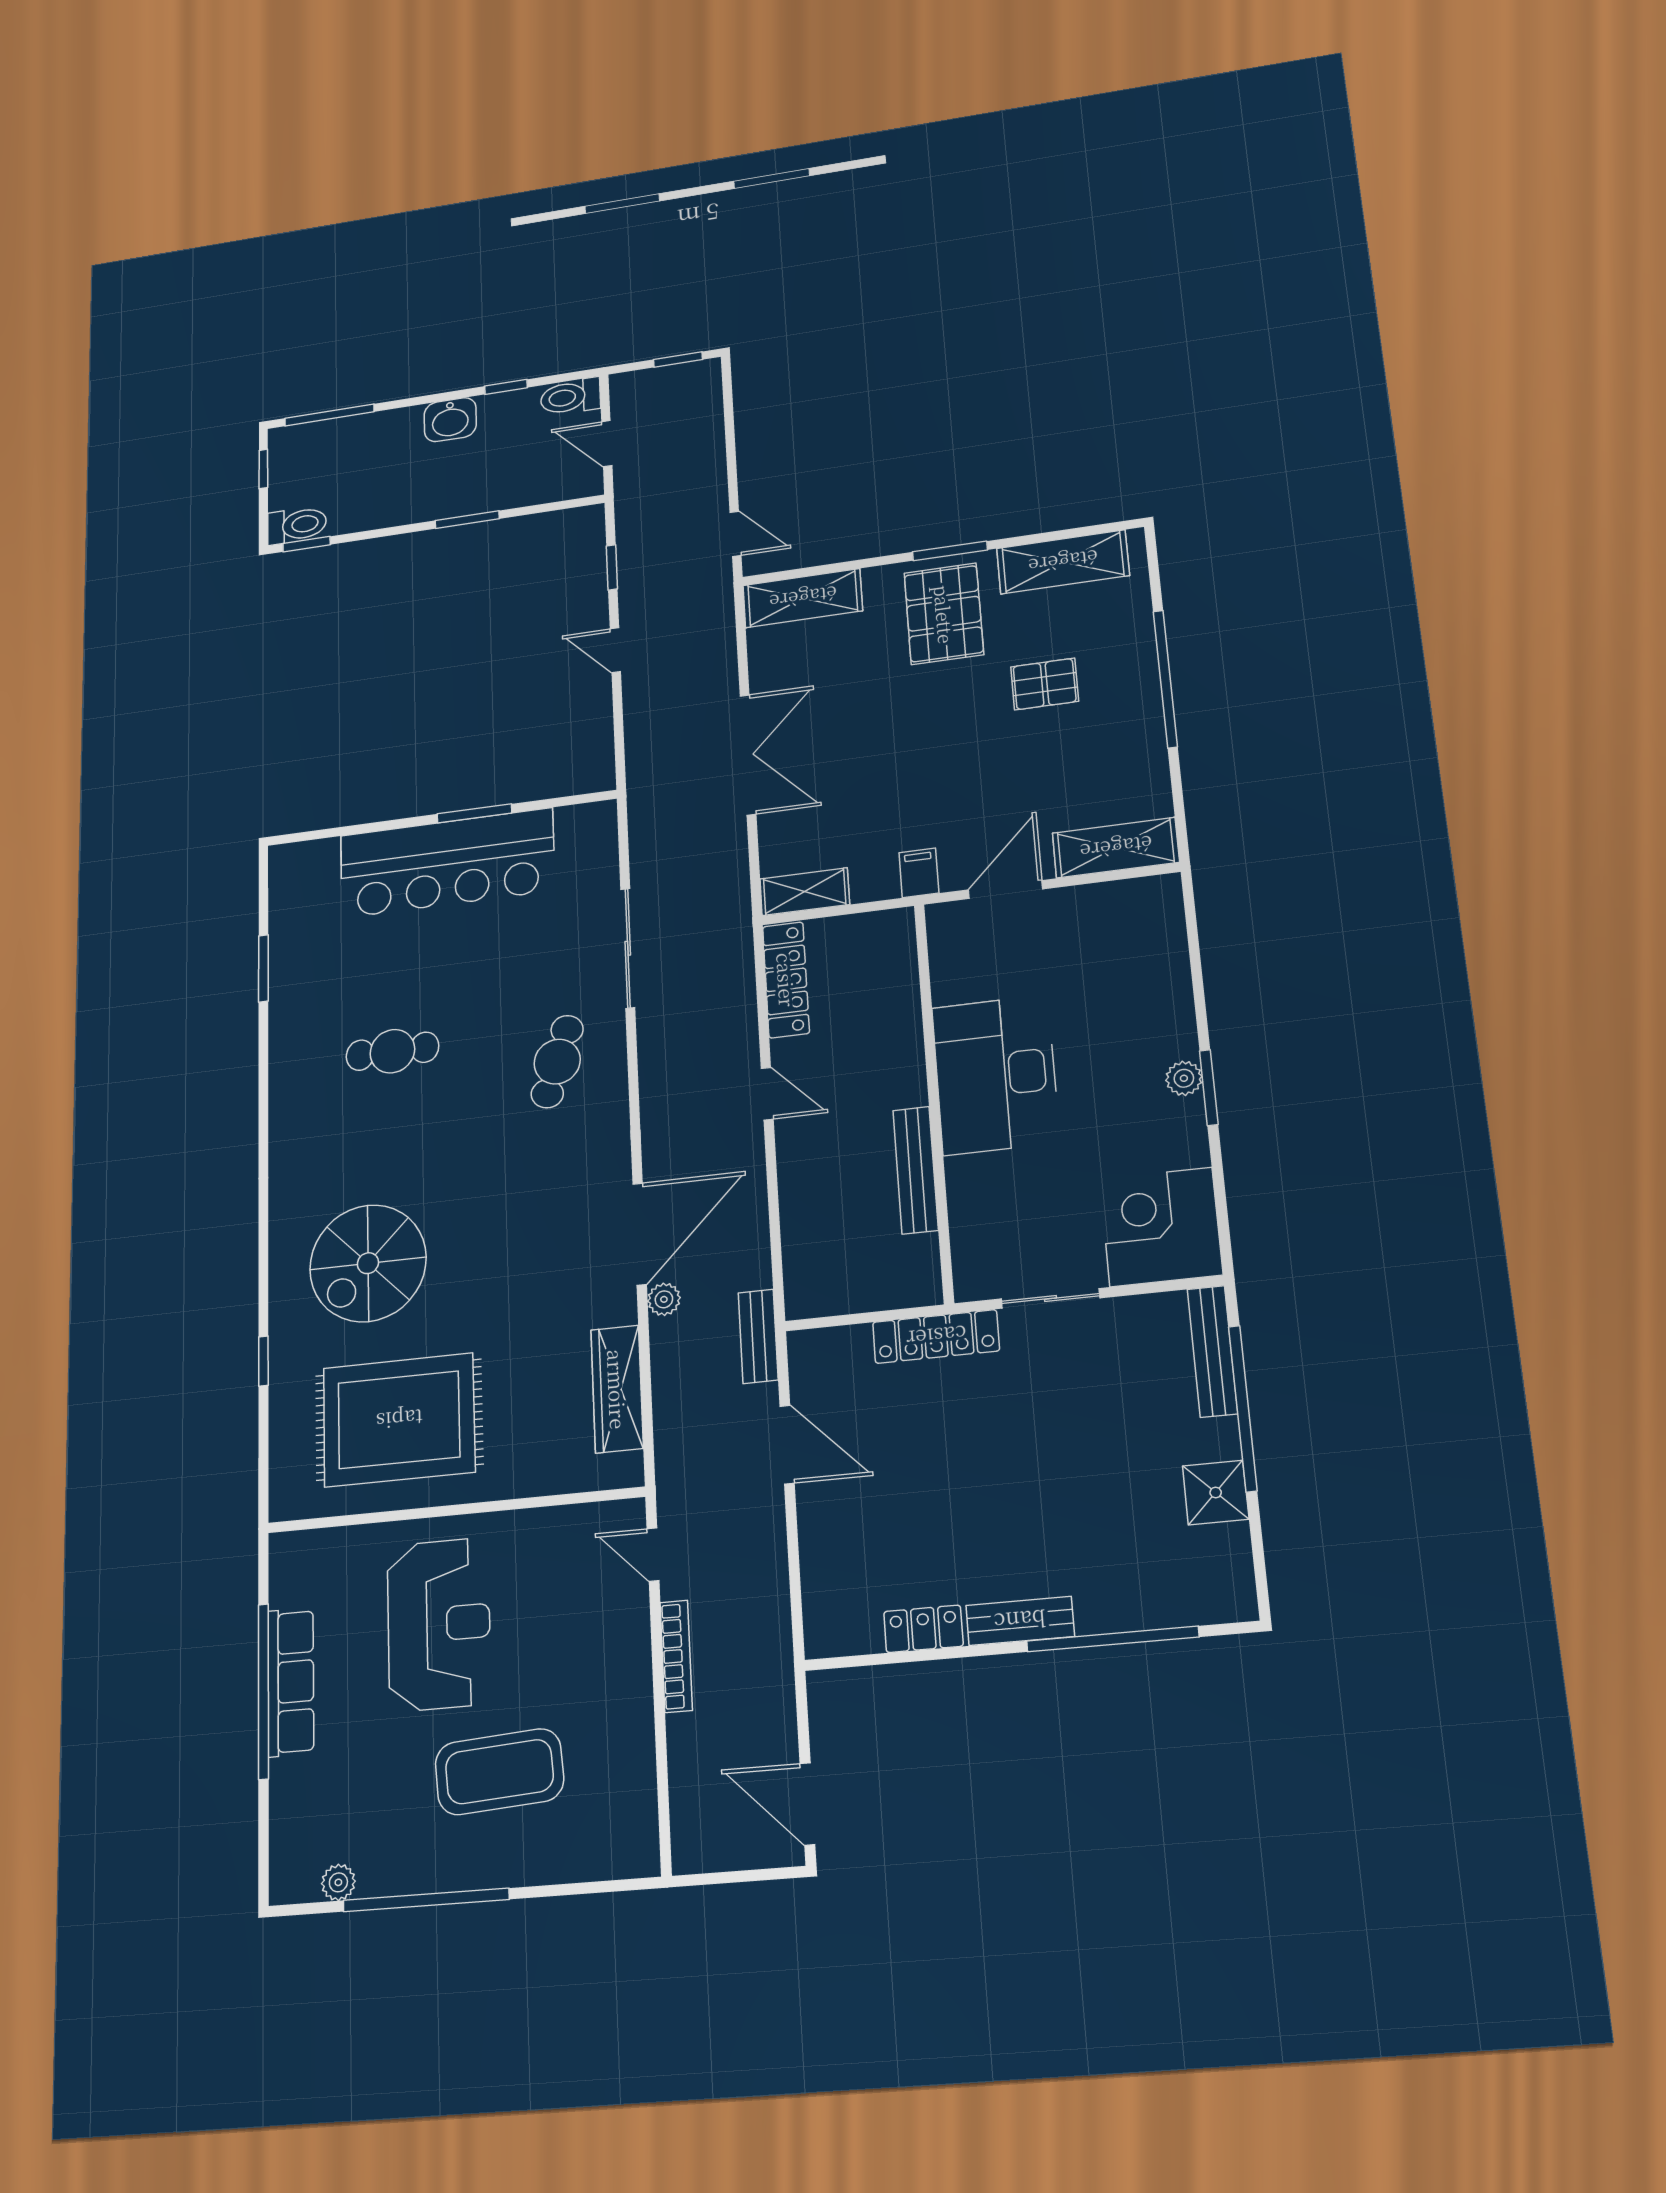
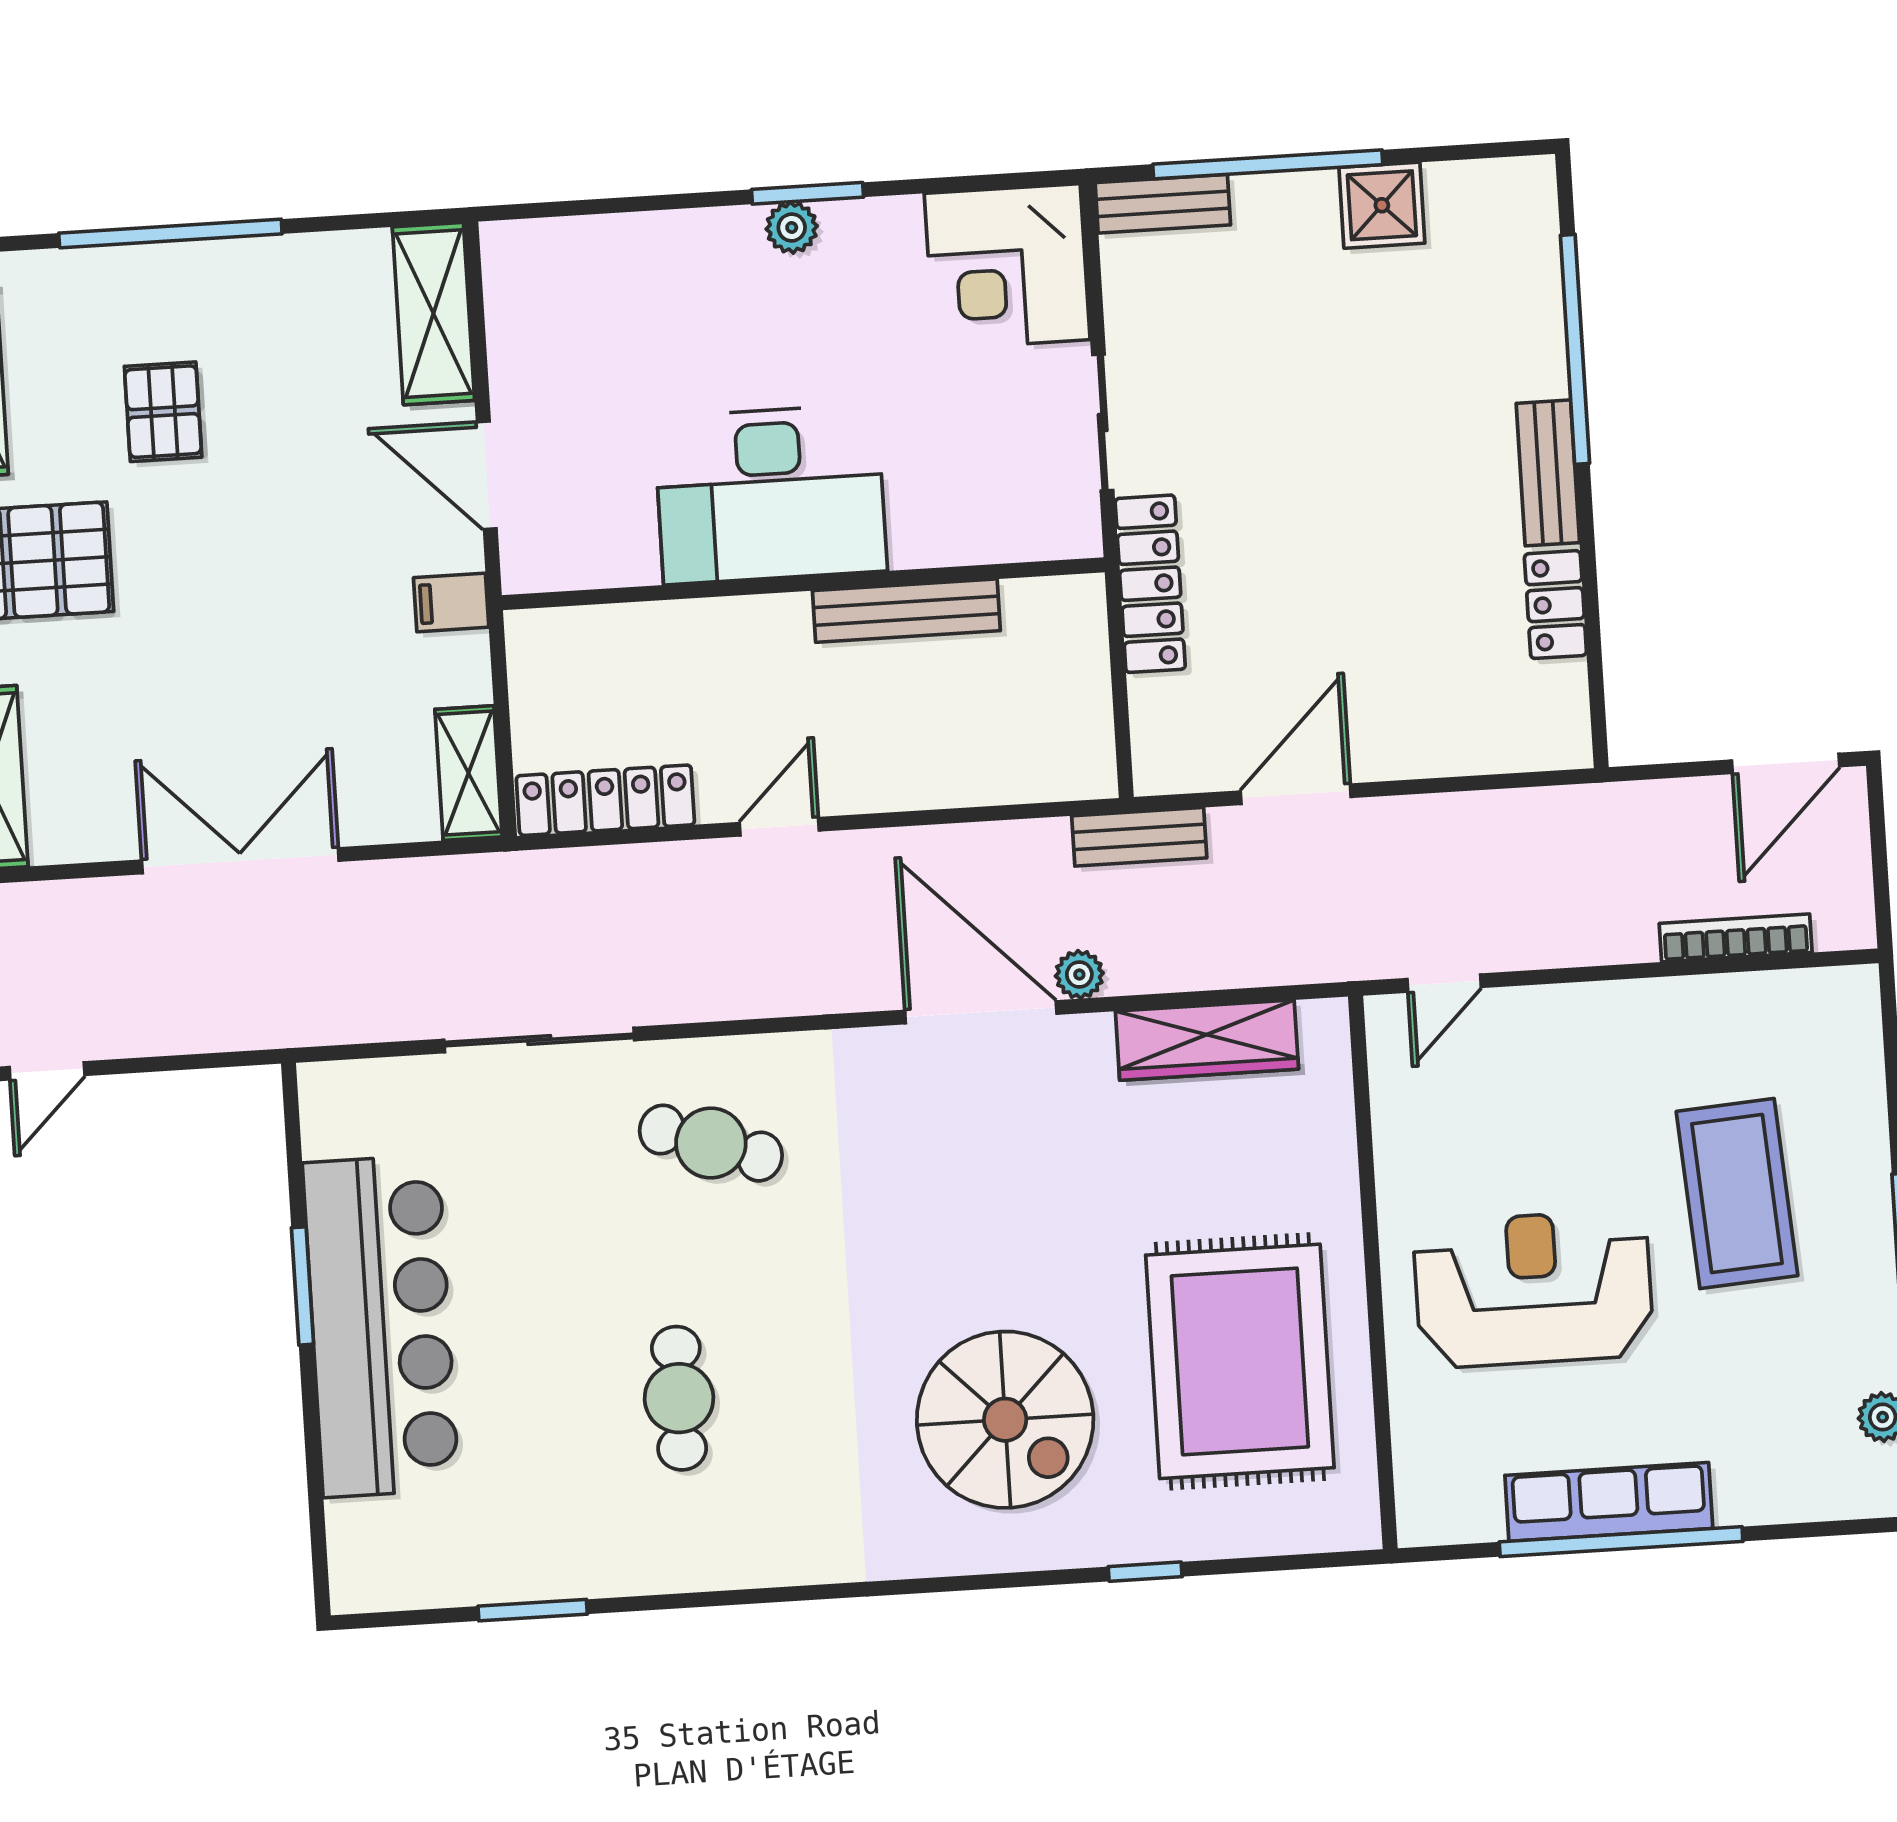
bench: (1212, 1351) -> (1163, 204), width x0.73
bookcase: (676, 1656) -> (1736, 938), moved

